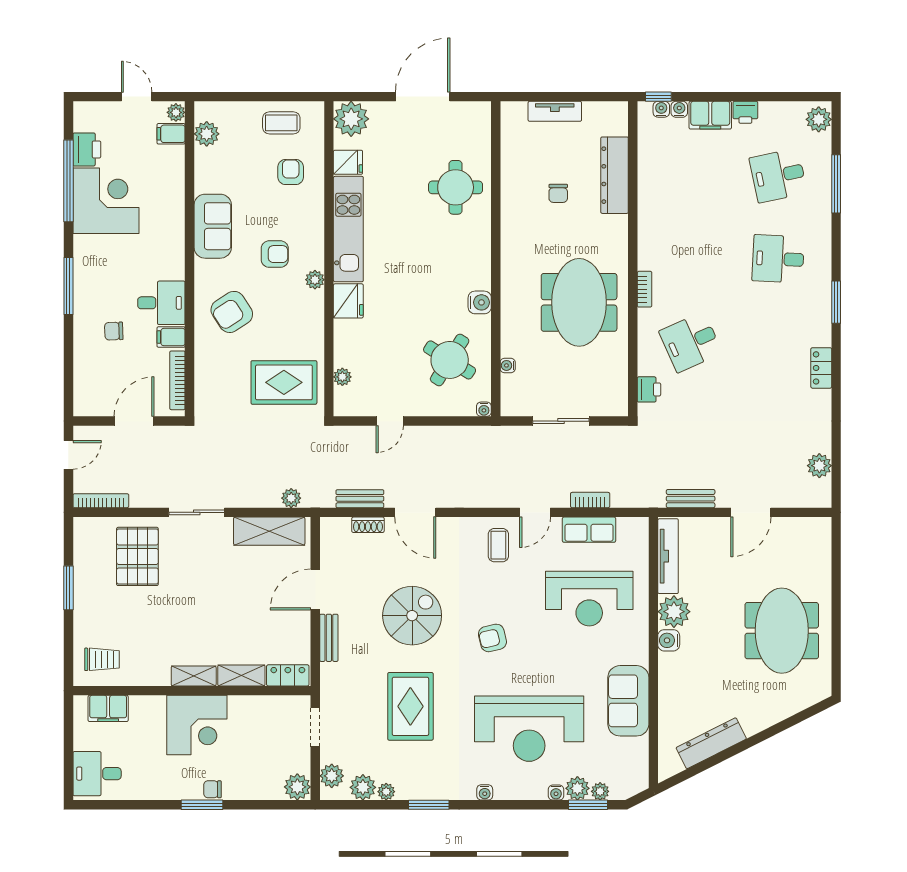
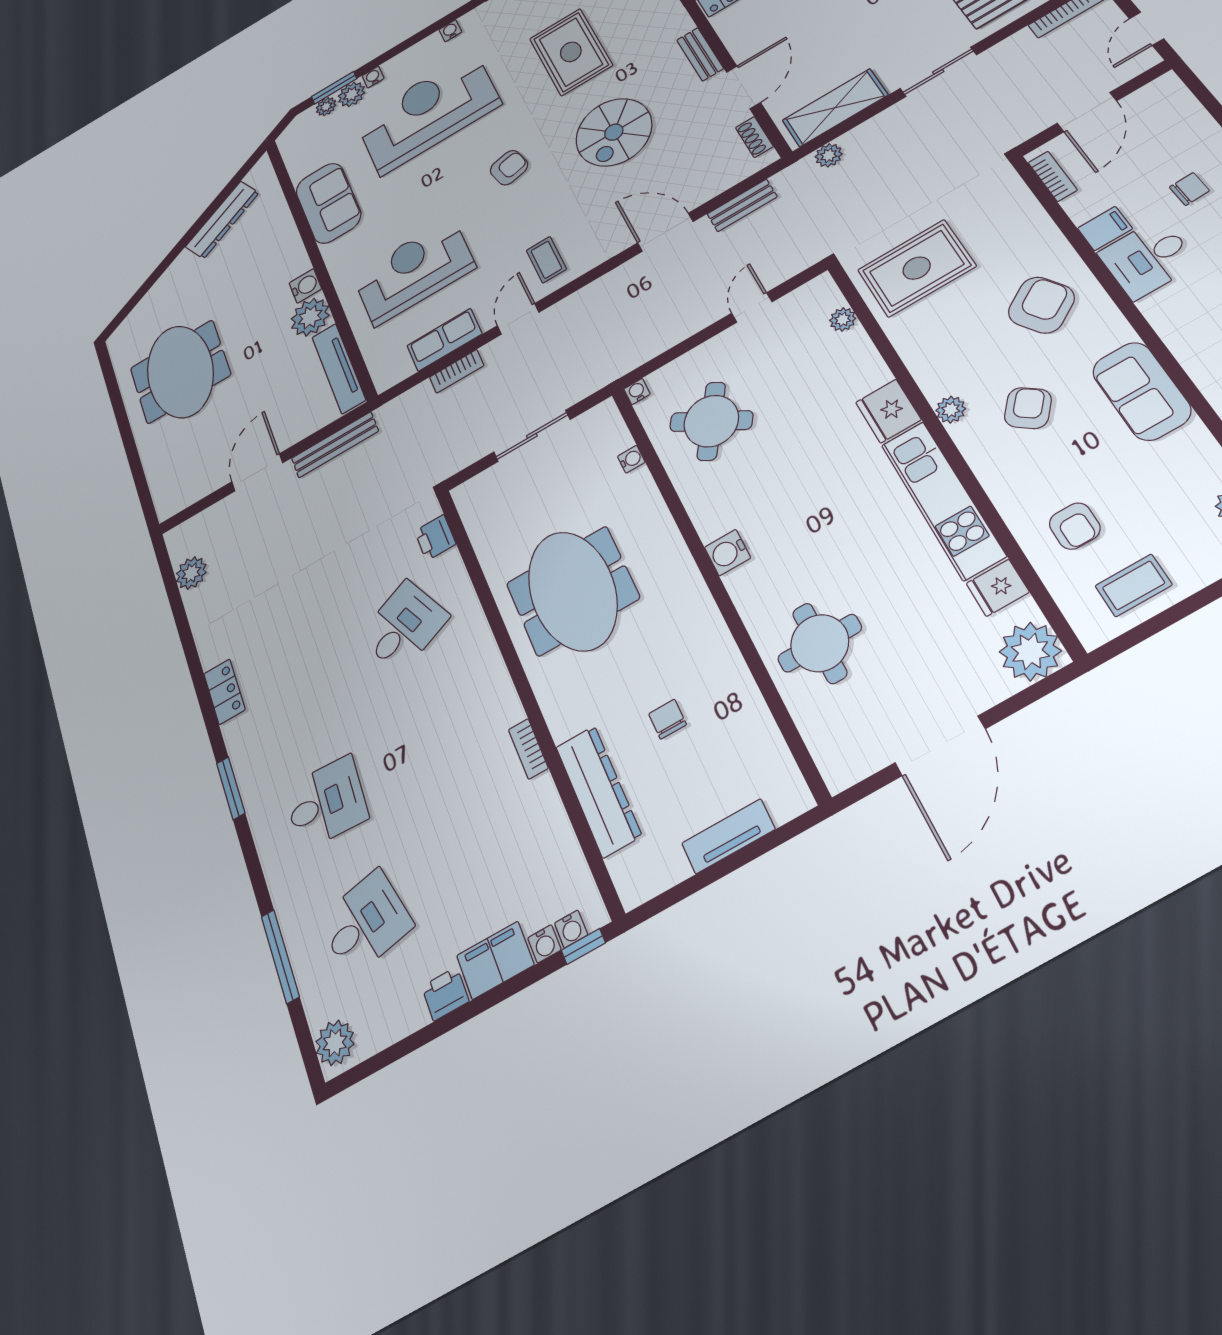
armchair: (275, 254) -> (1028, 408), turned 129
bookcase: (645, 289) -> (528, 749), moved
water cooler: (480, 302) -> (728, 553), moved
bookcase: (177, 380) -> (1053, 176), width x0.64
bench: (691, 499) -> (335, 445), width x1.36
shoe rack: (368, 525) -> (754, 137), moved, turned -90

